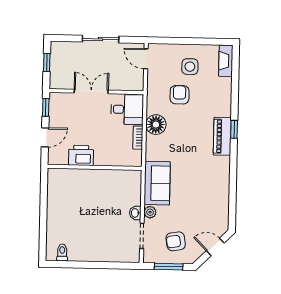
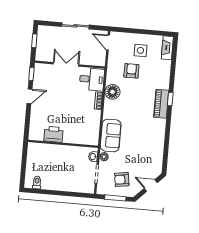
printer: (81, 155) -> (53, 134), moved
wall: (95, 167) -> (63, 144), moved

